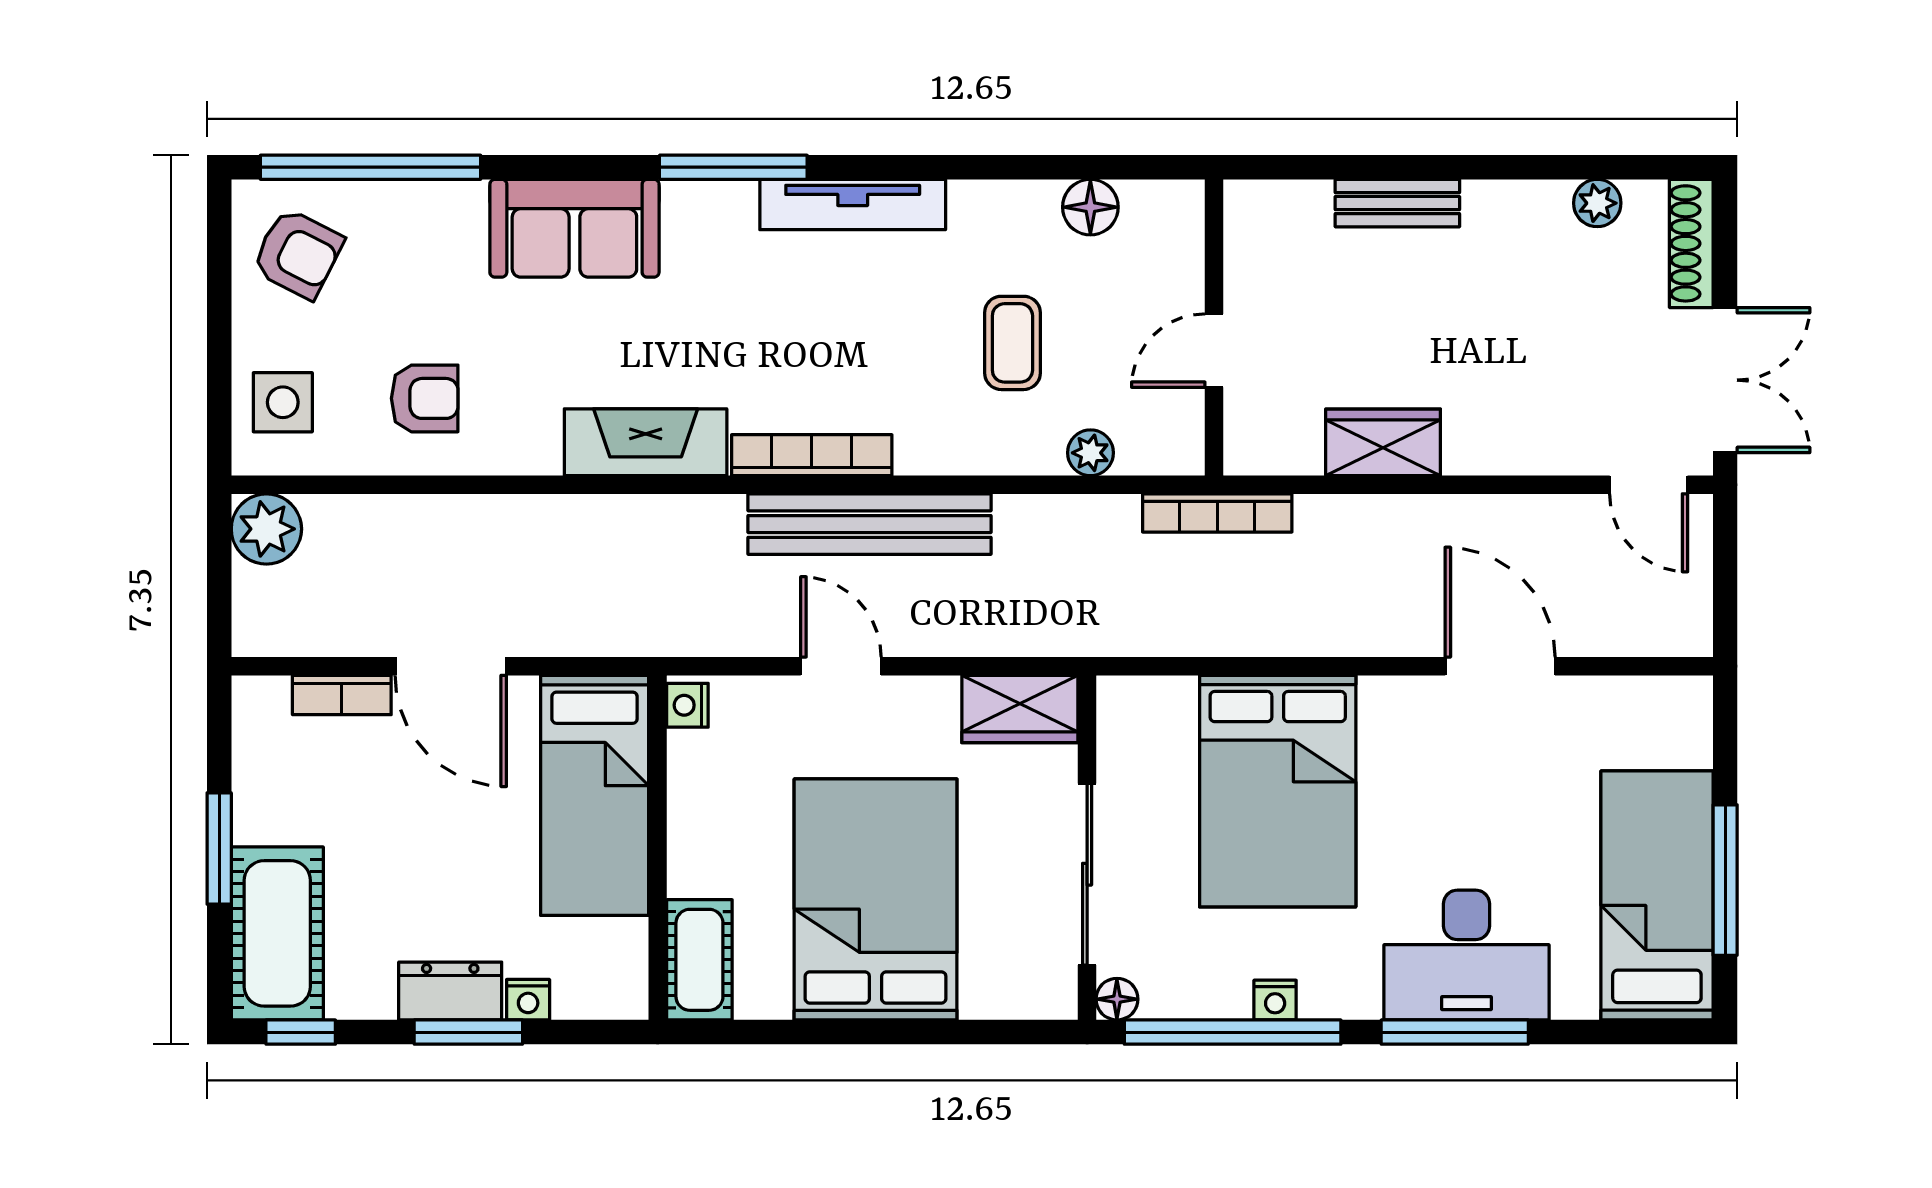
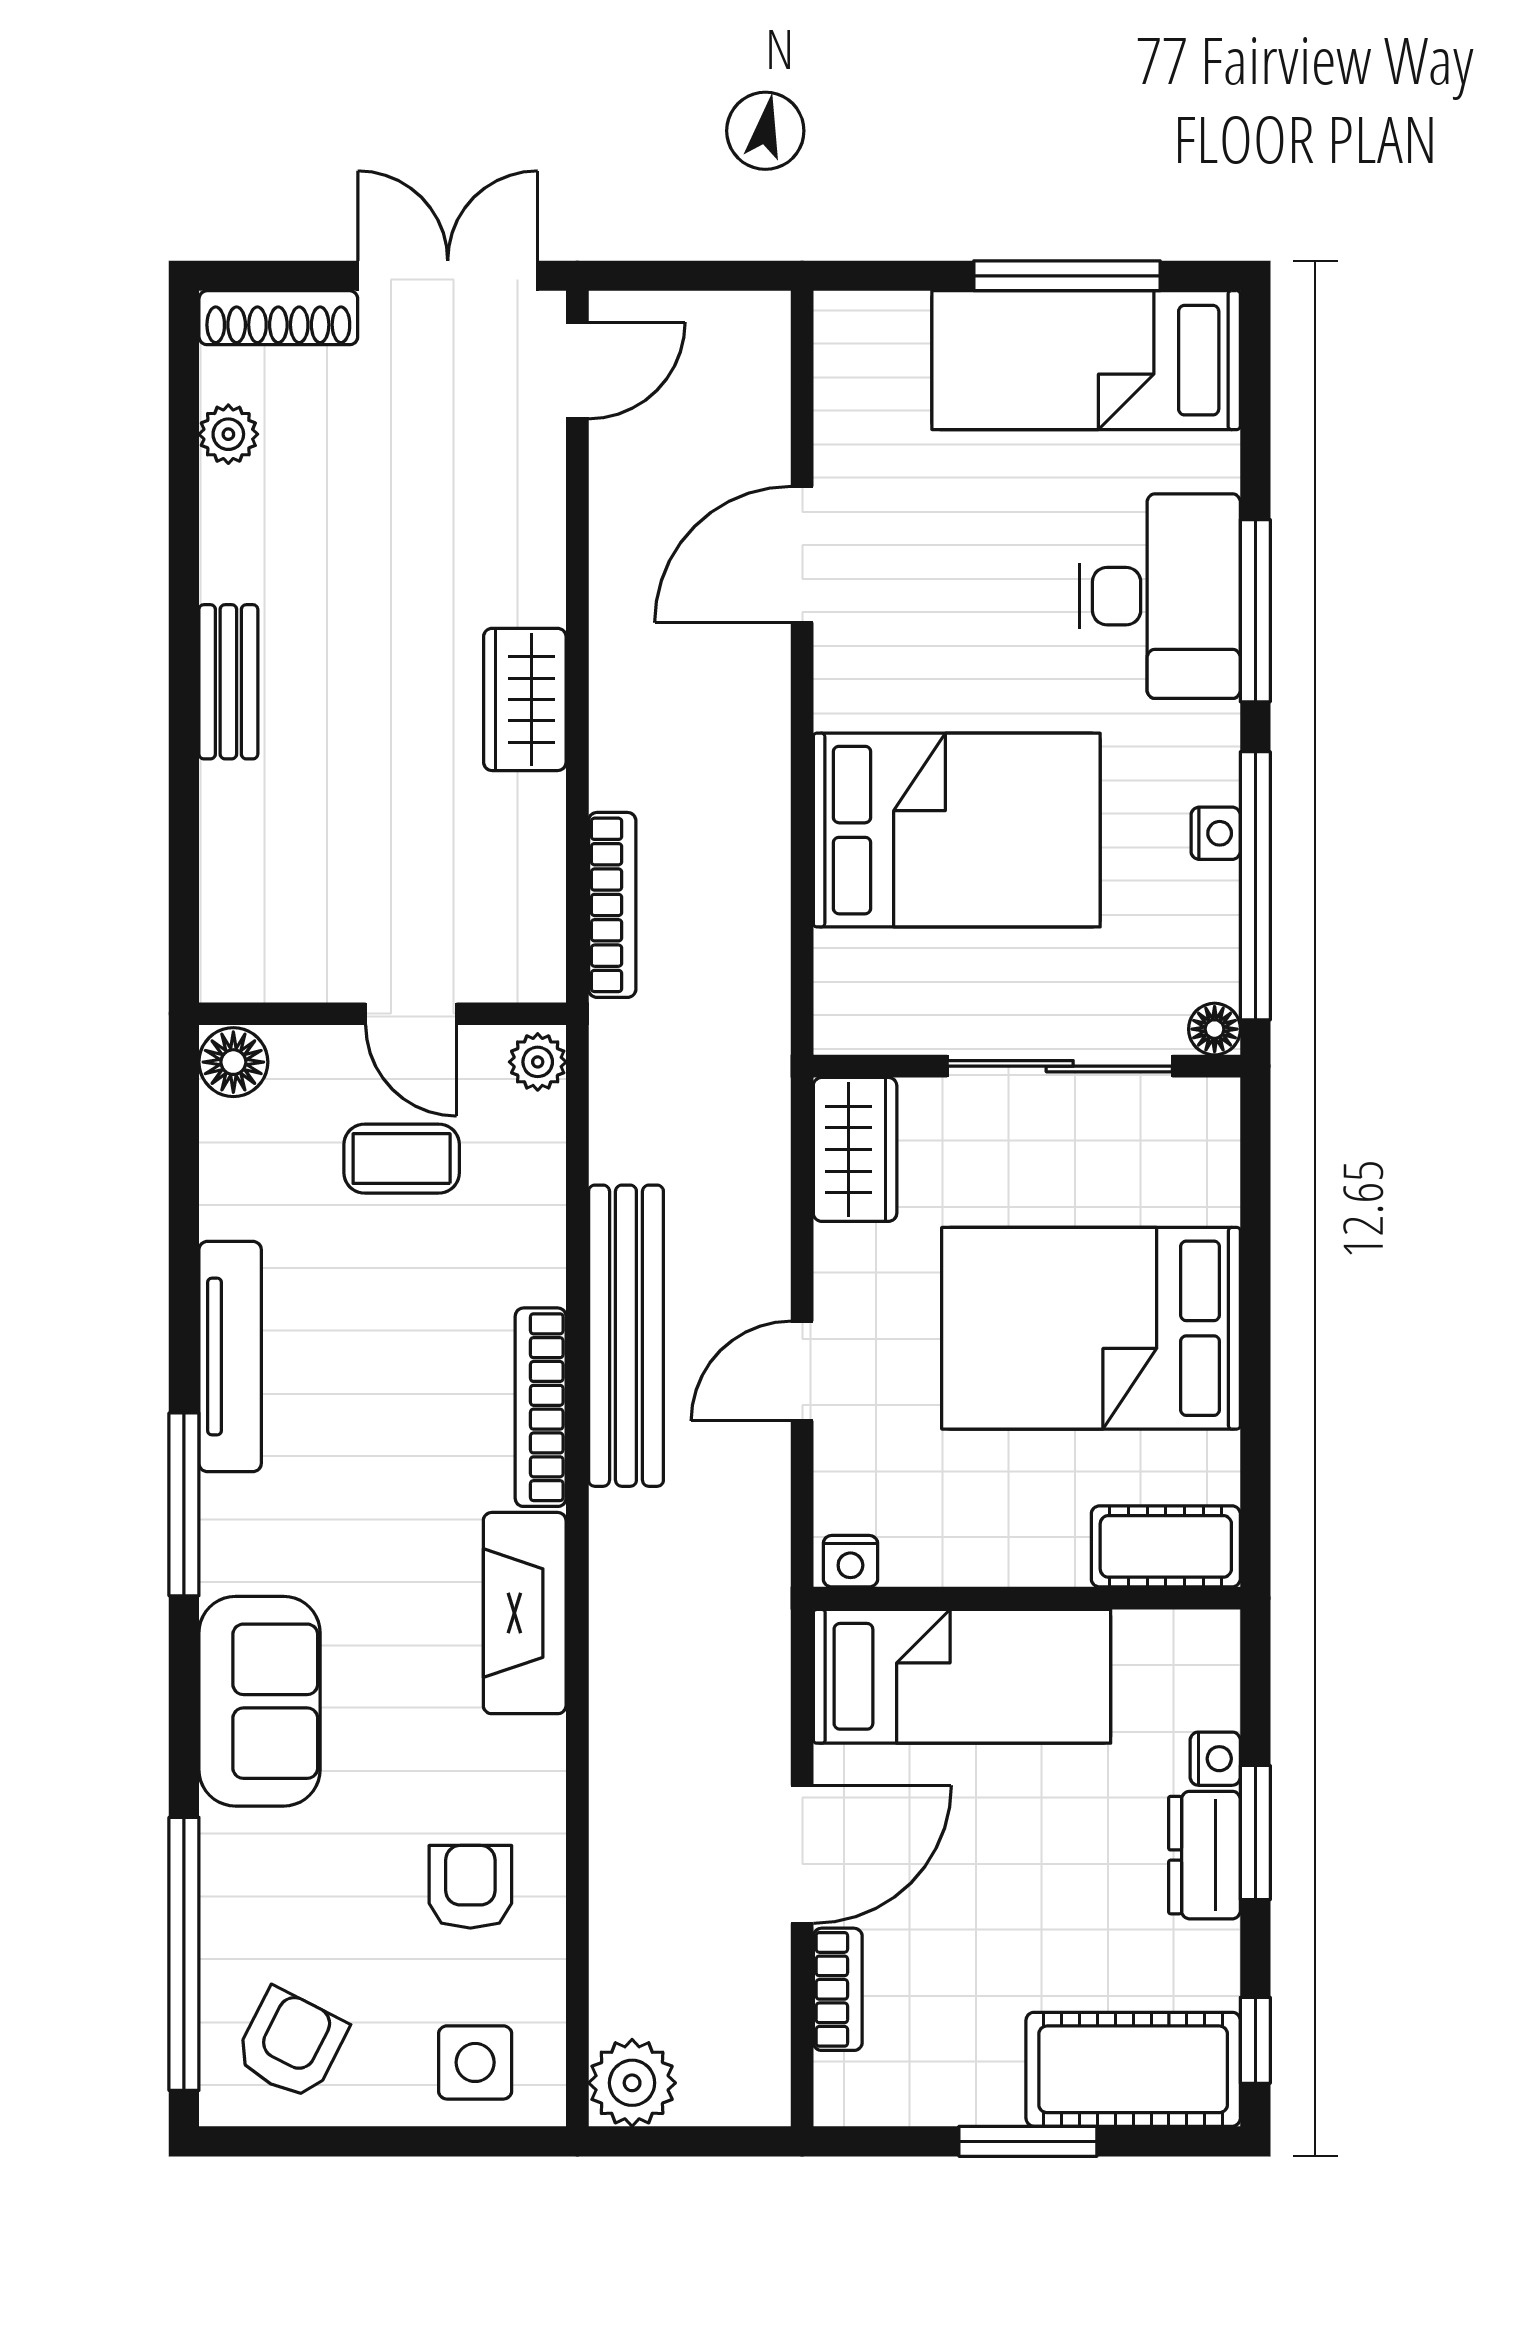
wall: (1214, 327) -> (382, 1014), moved
door: (1214, 351) -> (411, 1014), moved

